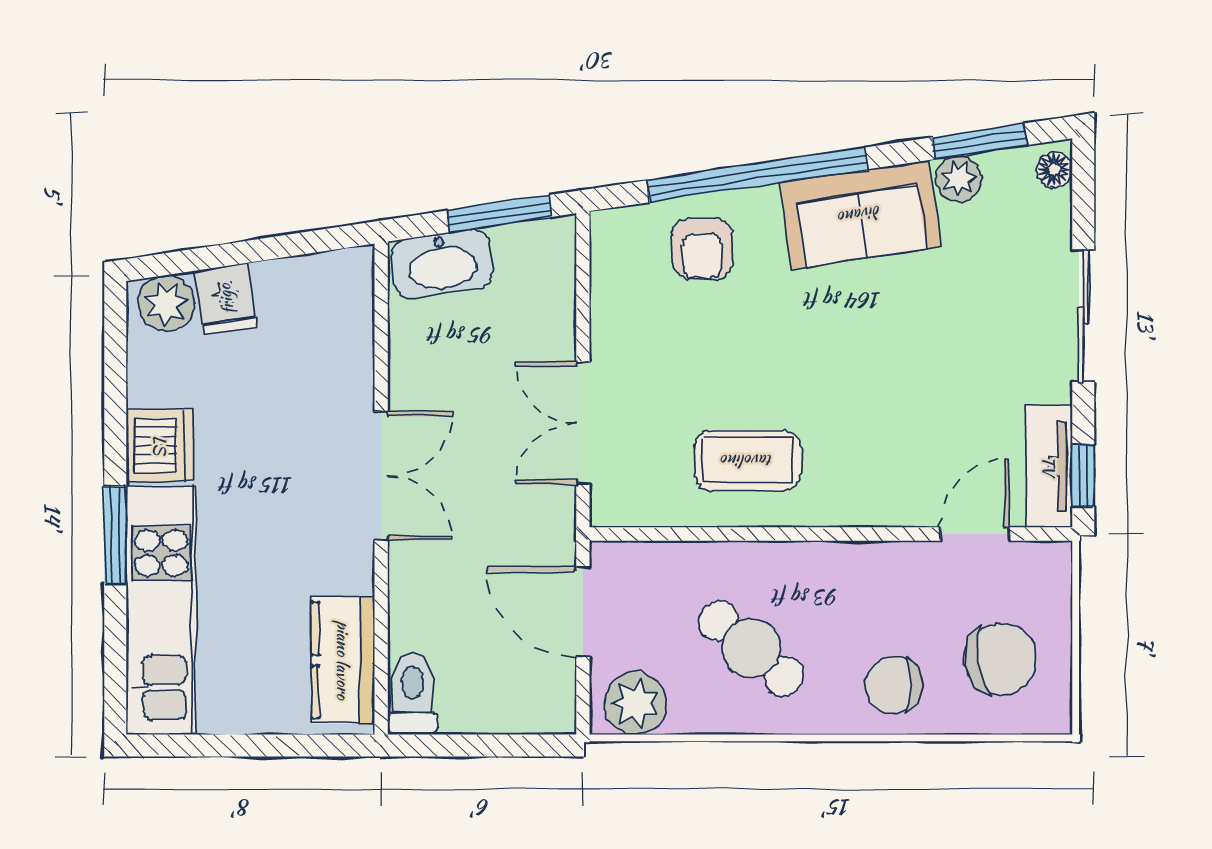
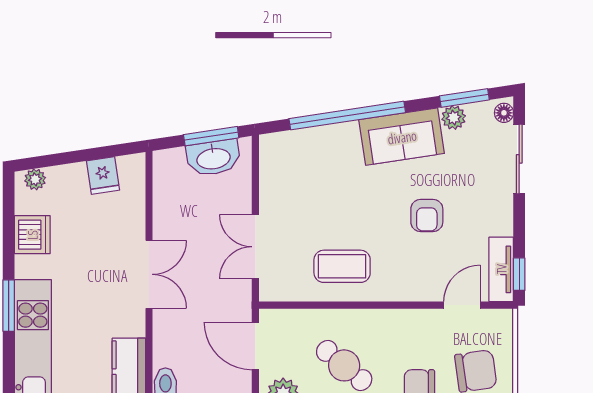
armchair: (702, 249) -> (427, 215), moved
washbasin: (442, 264) -> (213, 158), moved
fridge: (226, 299) -> (103, 175), moved
plant: (166, 303) -> (35, 179), width x0.73, depth x0.73
sliding door: (1083, 316) -> (519, 159), moved
dishwasher: (160, 445) -> (32, 235), moved

